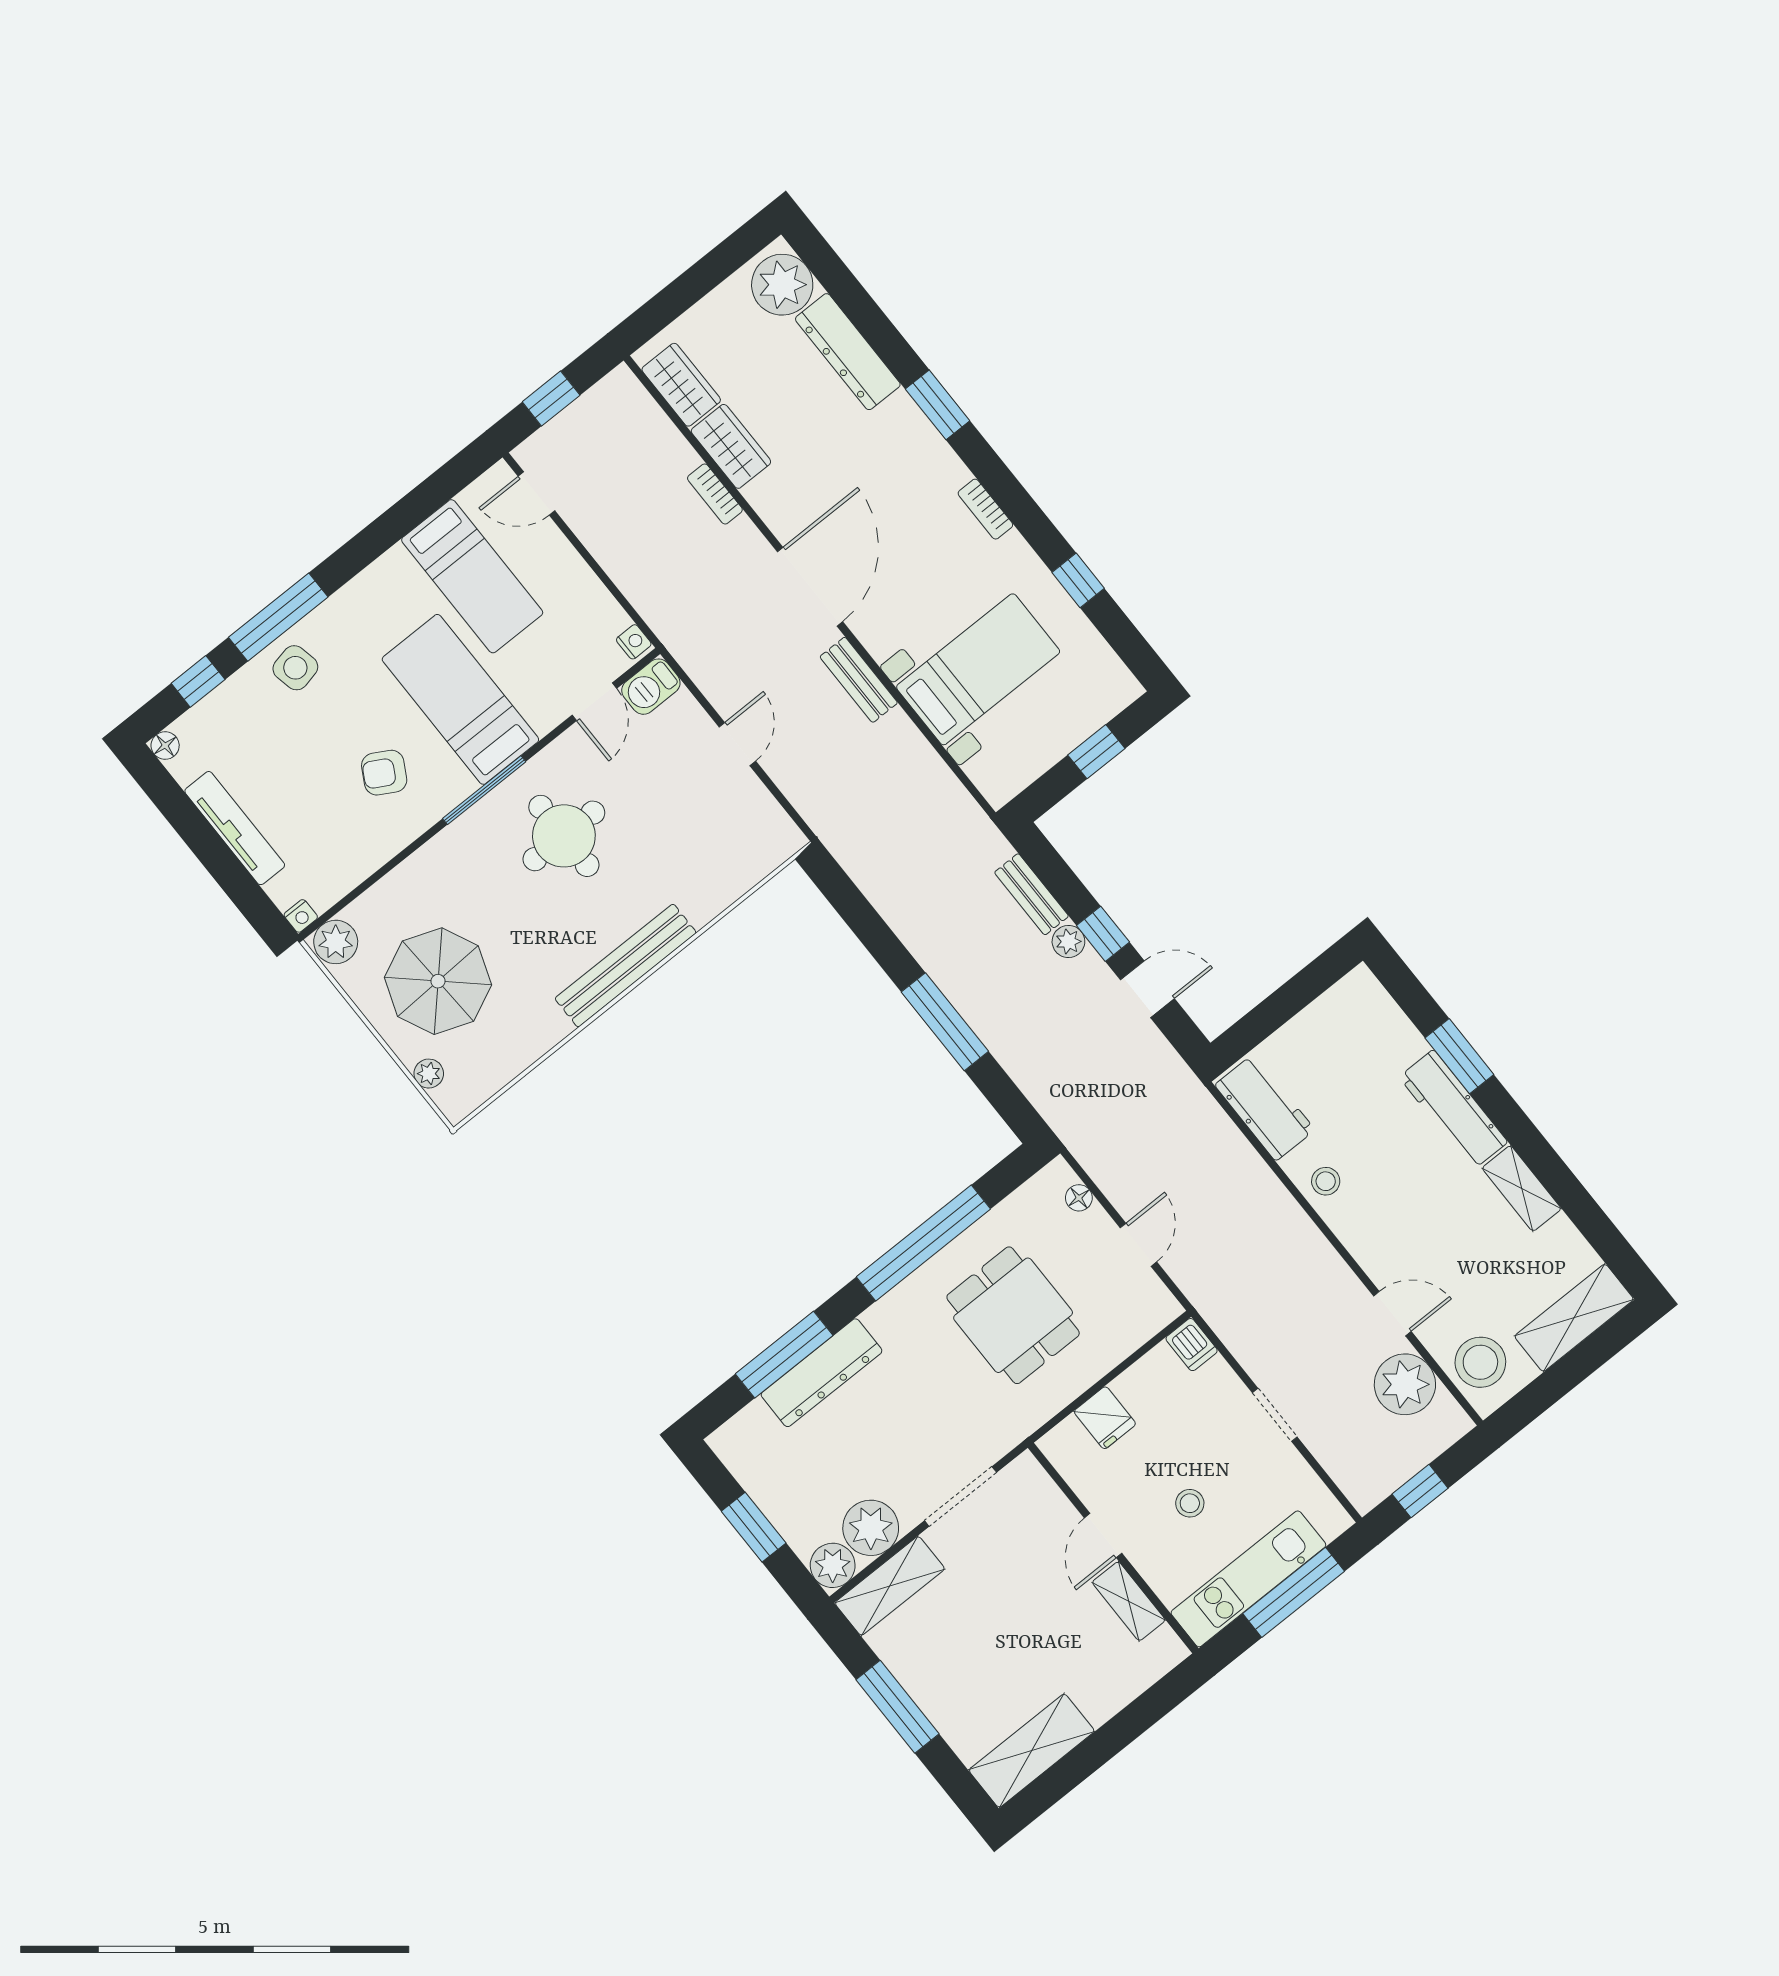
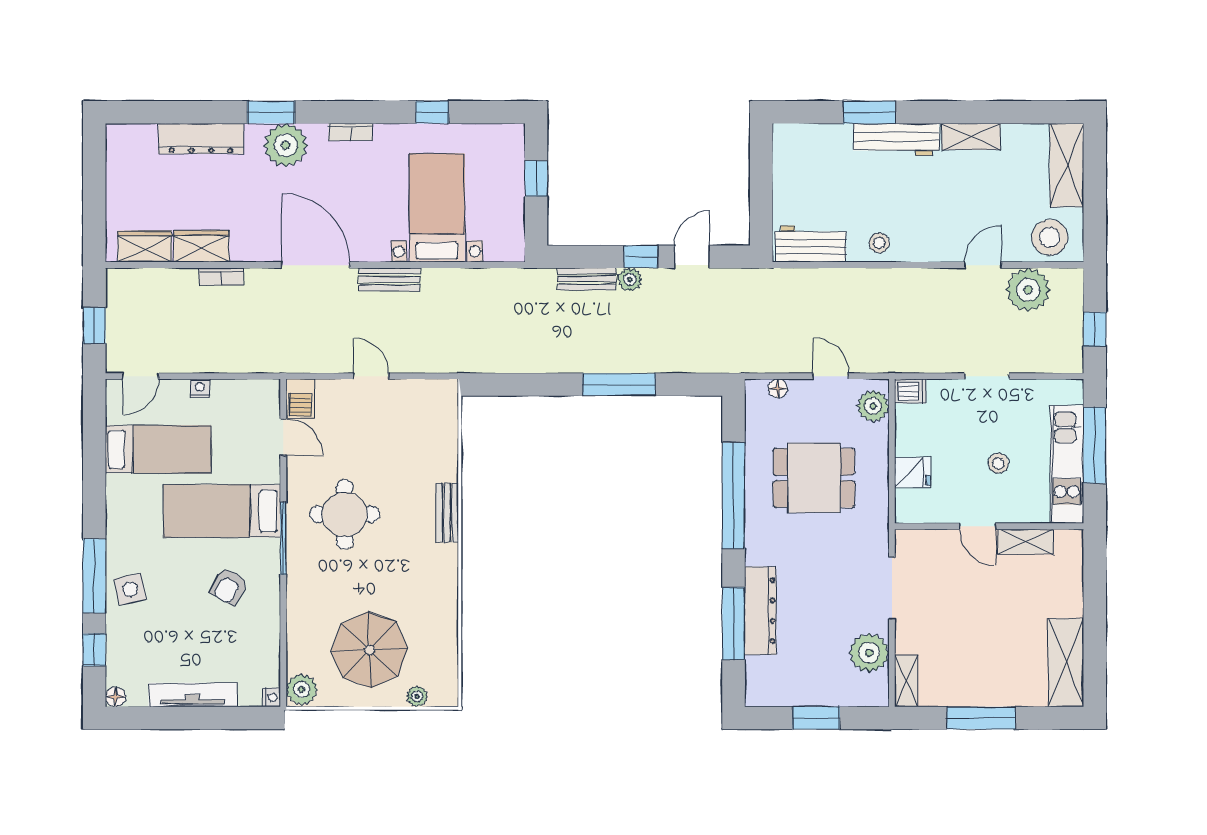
plant: (782, 285) -> (286, 145), moved
nightstand: (634, 642) -> (200, 388), moved
bench: (626, 966) -> (447, 513), width x0.54, depth x0.82
plant: (833, 1565) -> (873, 406), moved
shelving: (890, 1586) -> (906, 681), width x0.67, depth x0.75

